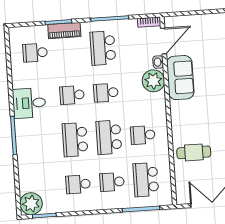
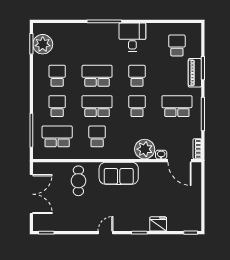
sofa: (180, 78) -> (119, 173), moved
plant: (31, 204) -> (43, 44), moved

